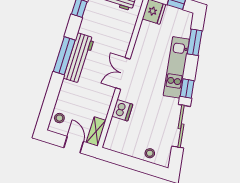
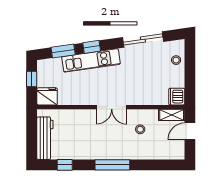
workbench: (79, 58) -> (110, 151), removed
window: (187, 89) -> (92, 47), moved
dishwasher: (122, 110) -> (177, 97), moved, turned -90
stool: (59, 118) -> (140, 129), moved

